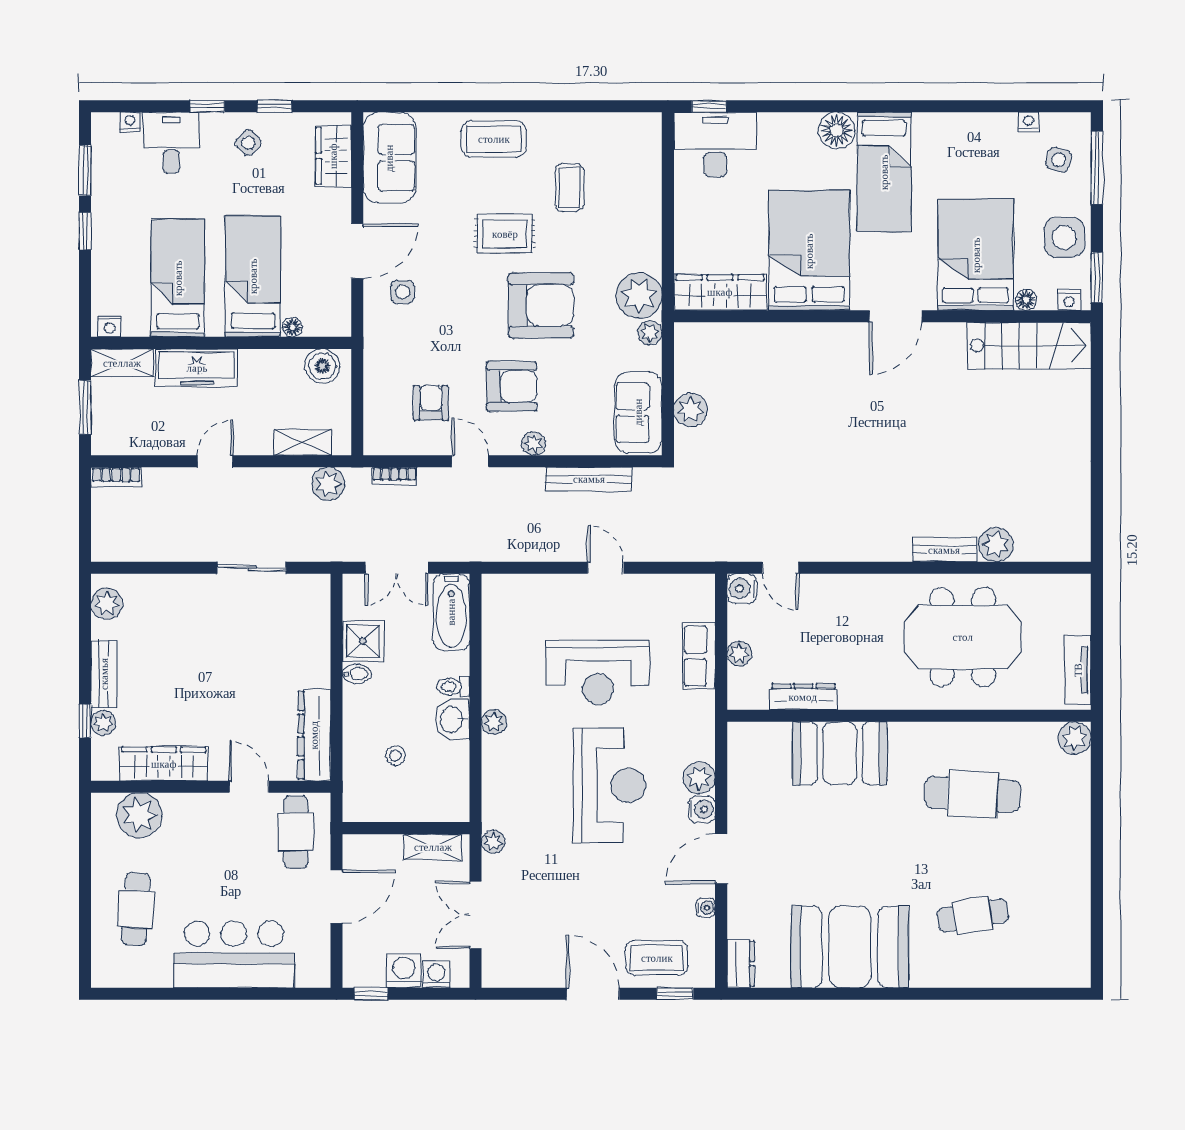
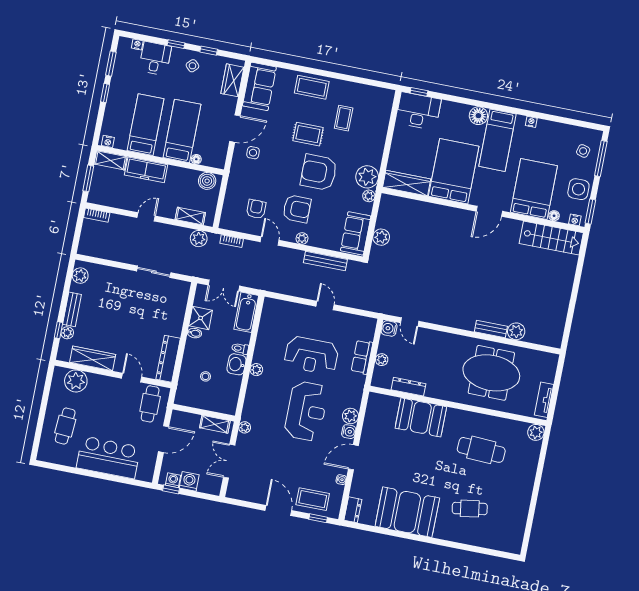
nightstand: (1028, 122) -> (531, 122), moved
armchair: (541, 305) -> (319, 172), turned 180
washing machine: (436, 975) -> (173, 480), moved

